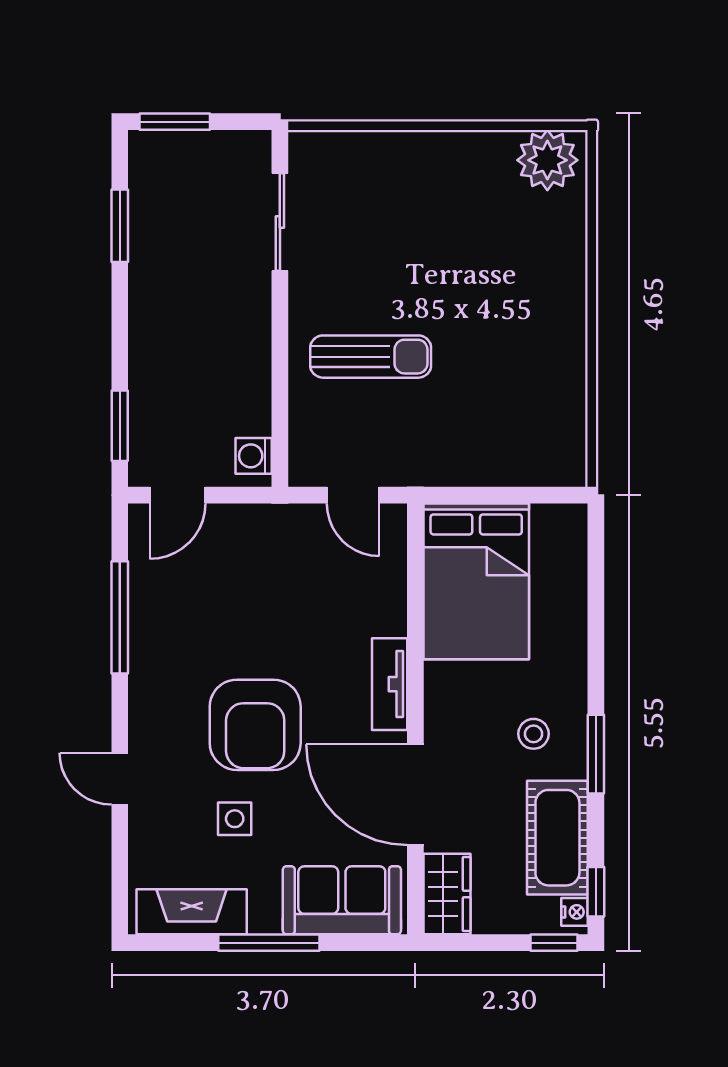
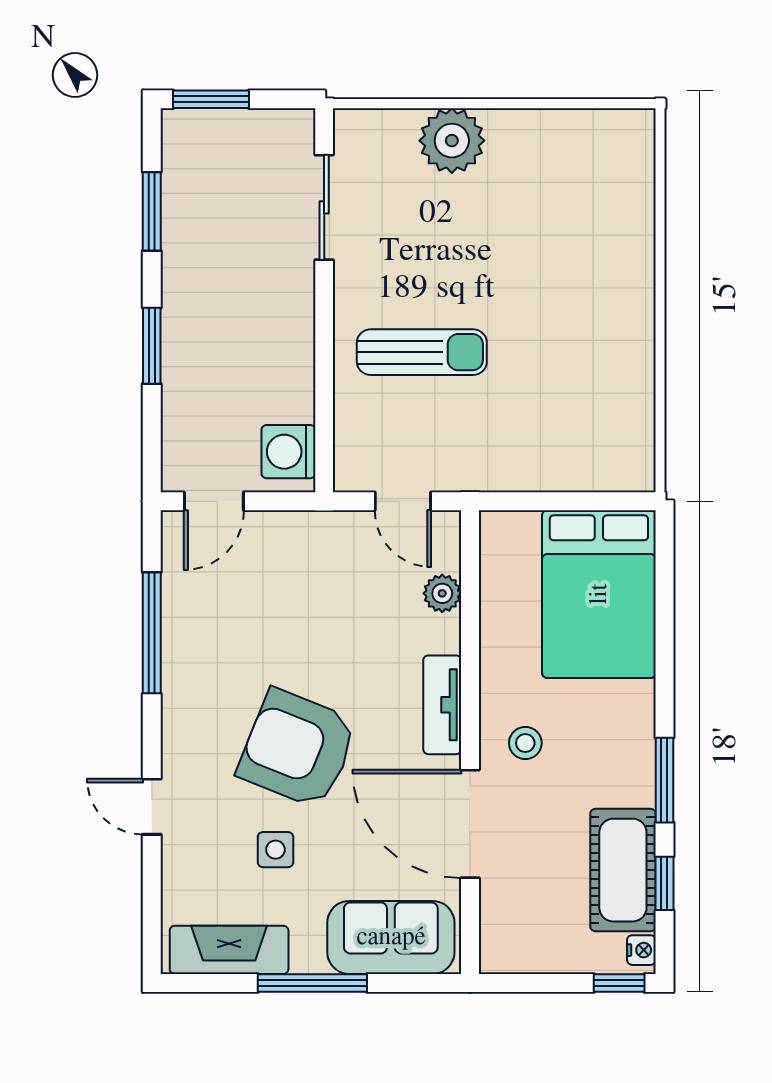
plant: (547, 160) -> (452, 141), moved
window: (120, 426) -> (152, 346), moved
washing machine: (254, 456) -> (288, 452), width x1.38, depth x1.38
plant: (390, 581) -> (442, 593), added
bed: (476, 581) -> (599, 594), moved
armchair: (255, 725) -> (298, 749), turned 112
stool: (533, 734) -> (525, 743), moved
window: (596, 892) -> (664, 883), moved
wardrobe: (447, 894) -> (504, 931), removed

